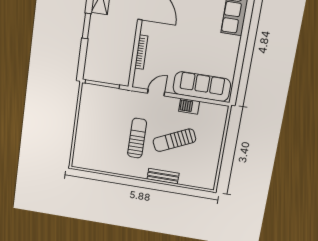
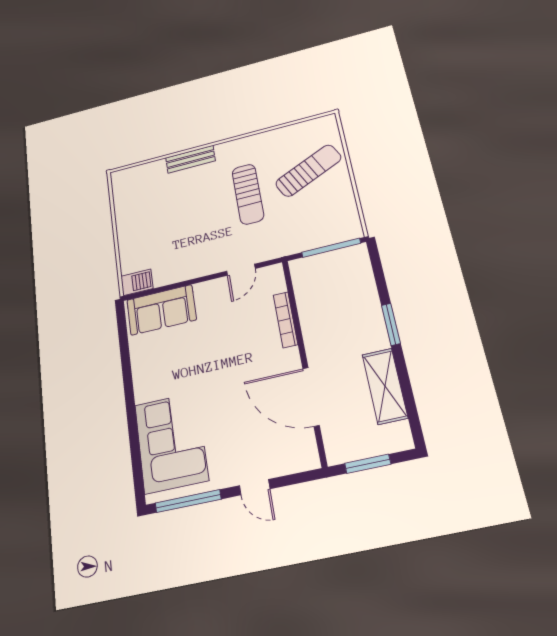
sofa: (202, 86) -> (161, 310), width x0.73
barbecue: (189, 106) -> (137, 282), moved
sun lounger: (174, 140) -> (308, 171), moved

